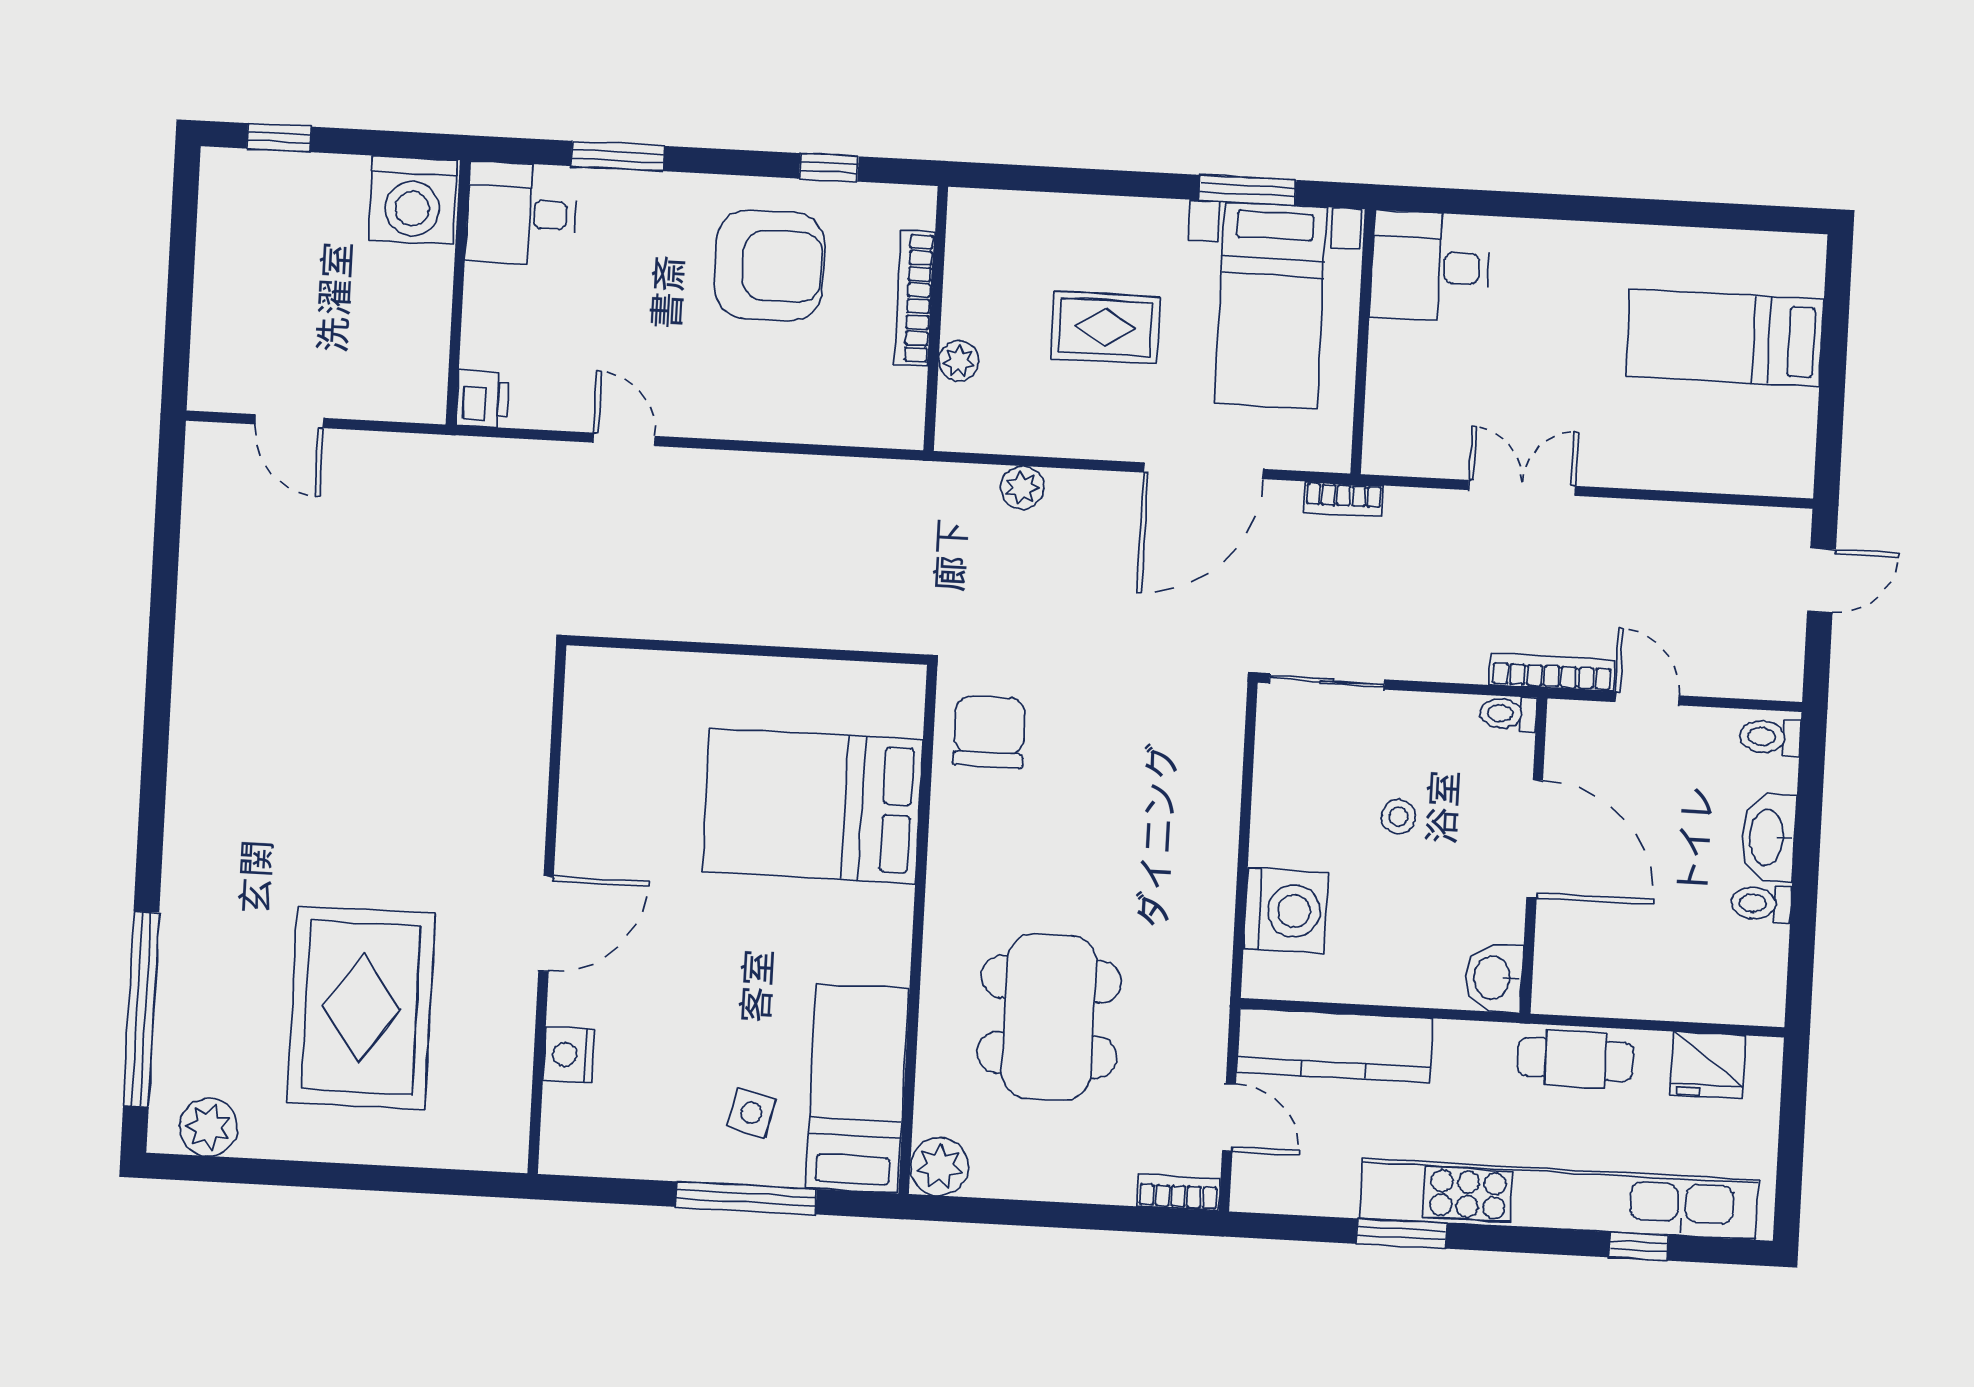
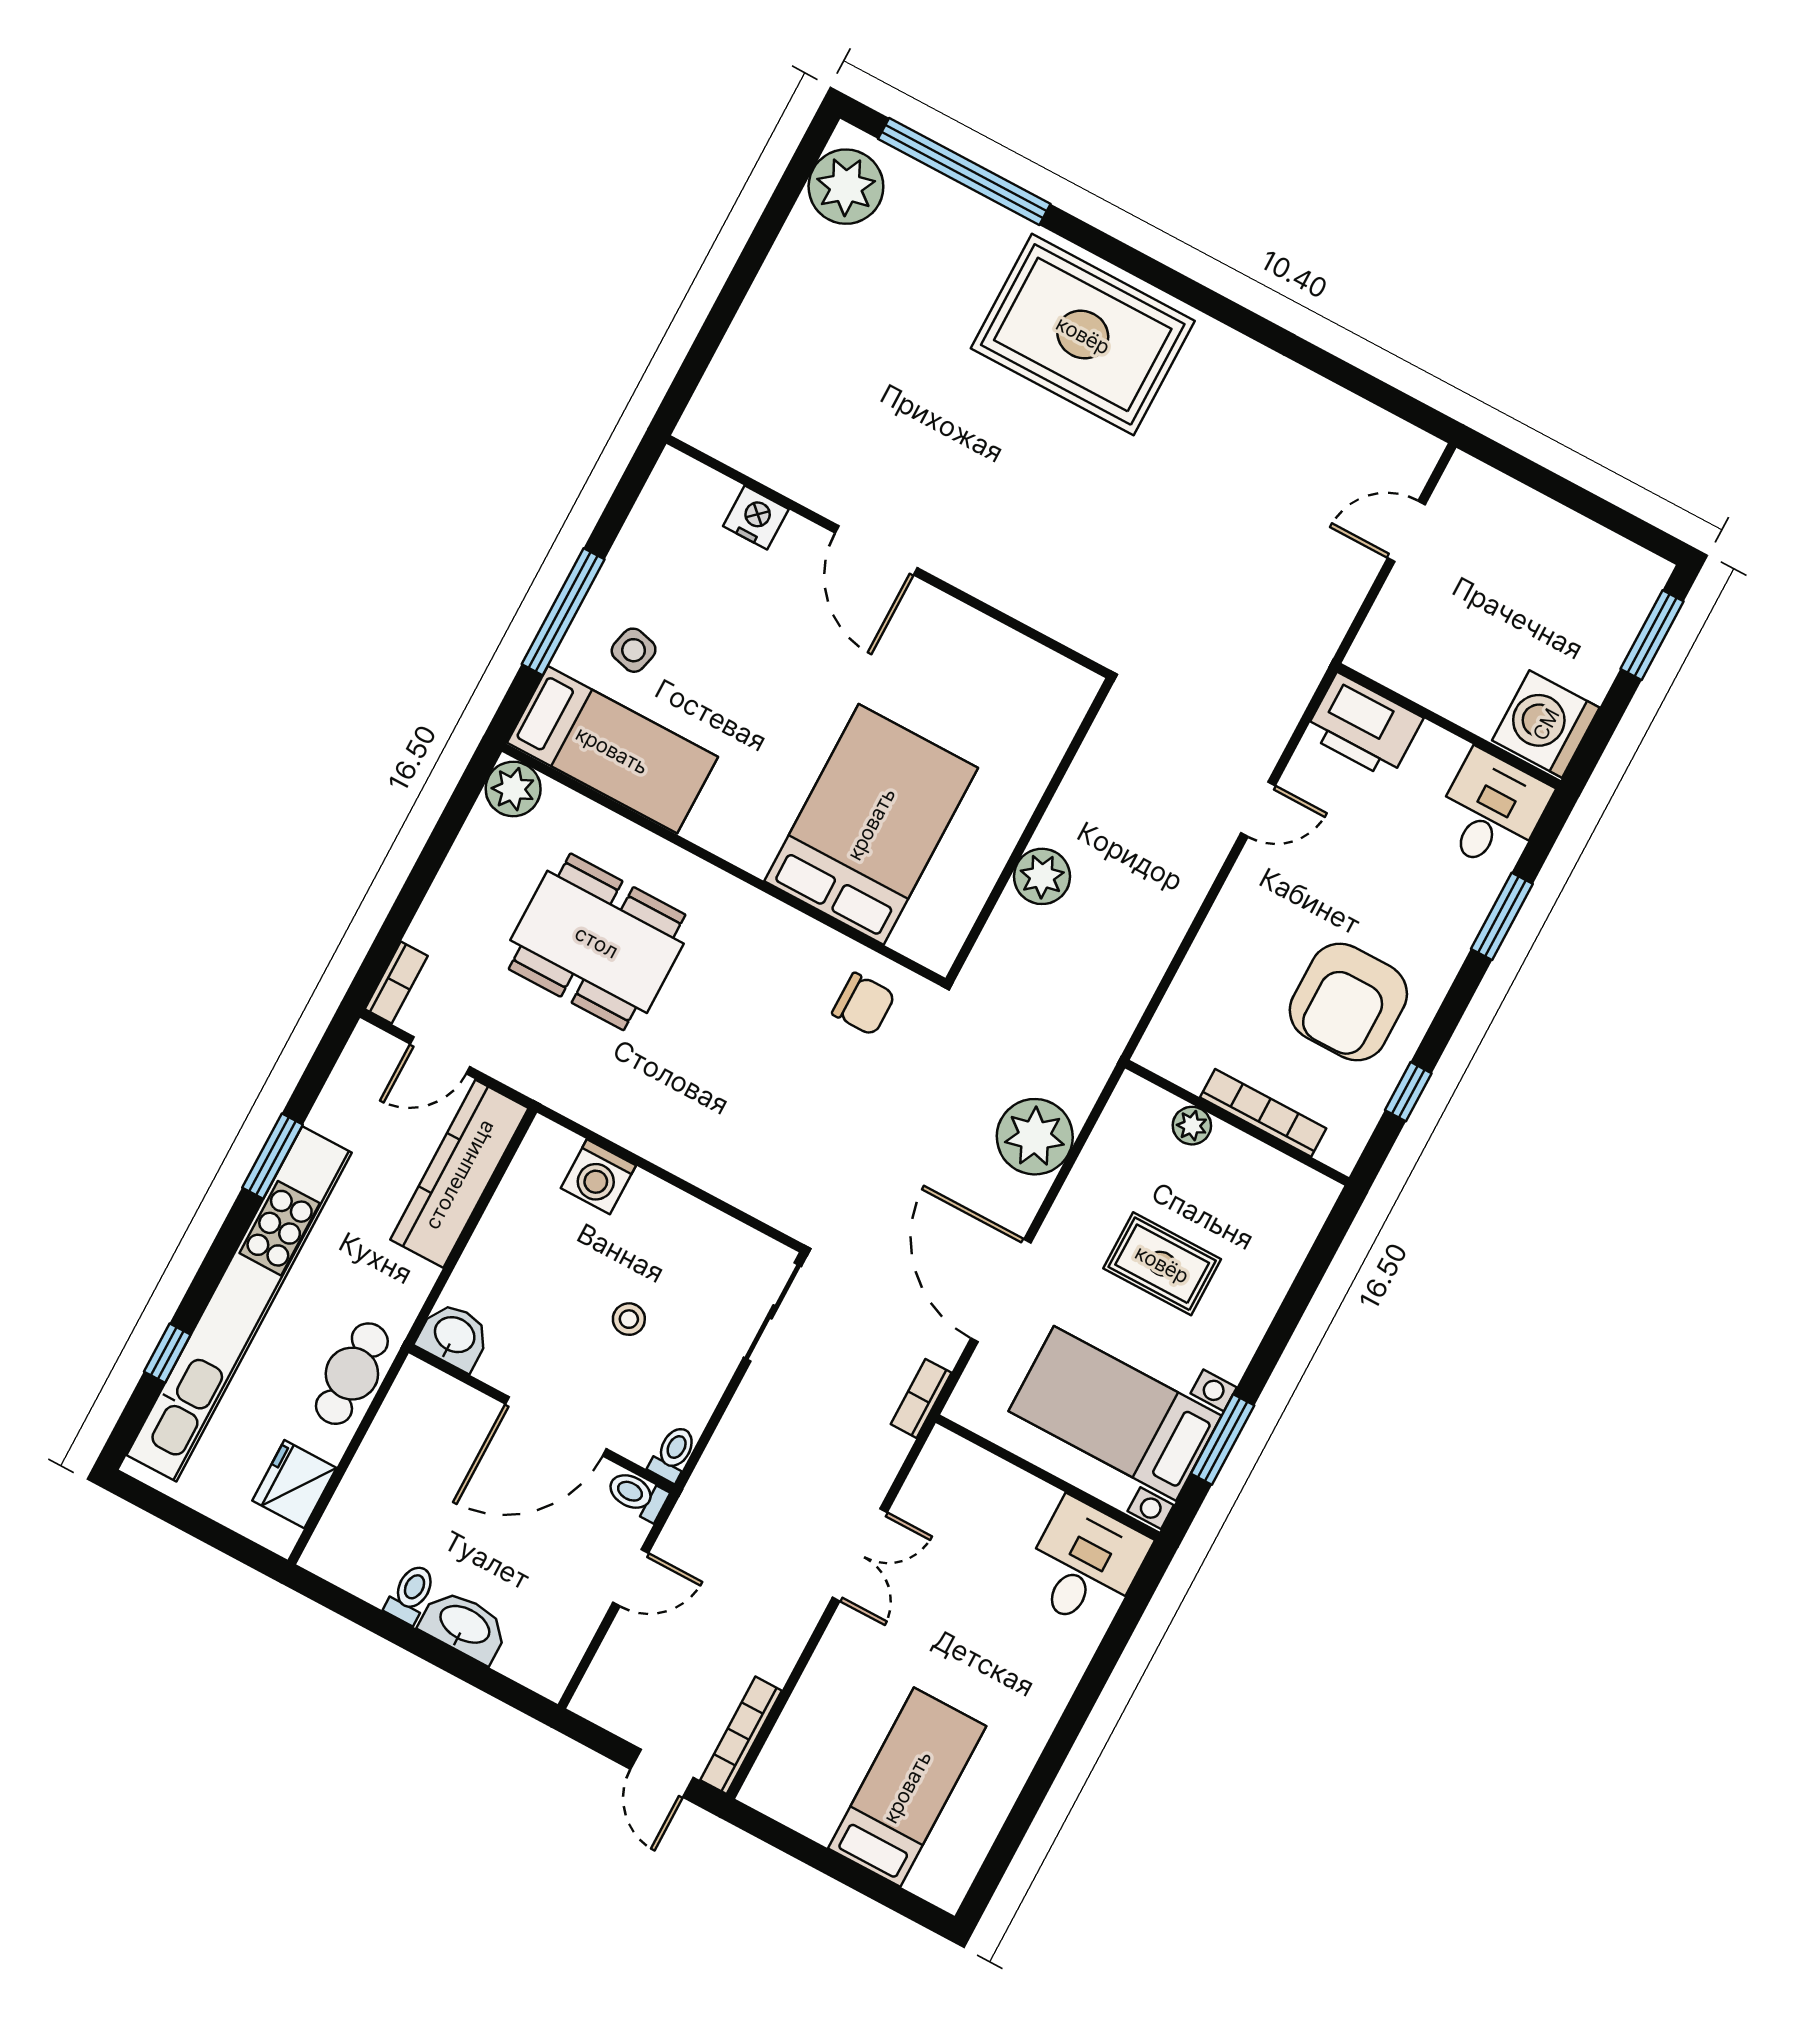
window: (279, 138) -> (1652, 635), width x1.50
rug: (1105, 327) -> (1162, 1264), turned 90
printer: (483, 399) -> (1364, 726), width x1.87, depth x1.48
plant: (1022, 488) -> (1035, 1137), width x1.88, depth x1.88
plant: (786, 617) -> (1042, 876), added
bookcase: (1552, 672) -> (741, 1735), moved, turned 180
chair: (989, 732) -> (864, 1004), width x0.73, depth x0.73
toilet: (1770, 737) -> (637, 1495), moved, turned -90
washing machine: (1286, 911) -> (598, 1177), width x0.73, depth x0.73
rug: (361, 1008) -> (1083, 335), moved
plant: (208, 1127) -> (846, 187), width x1.36, depth x1.36

